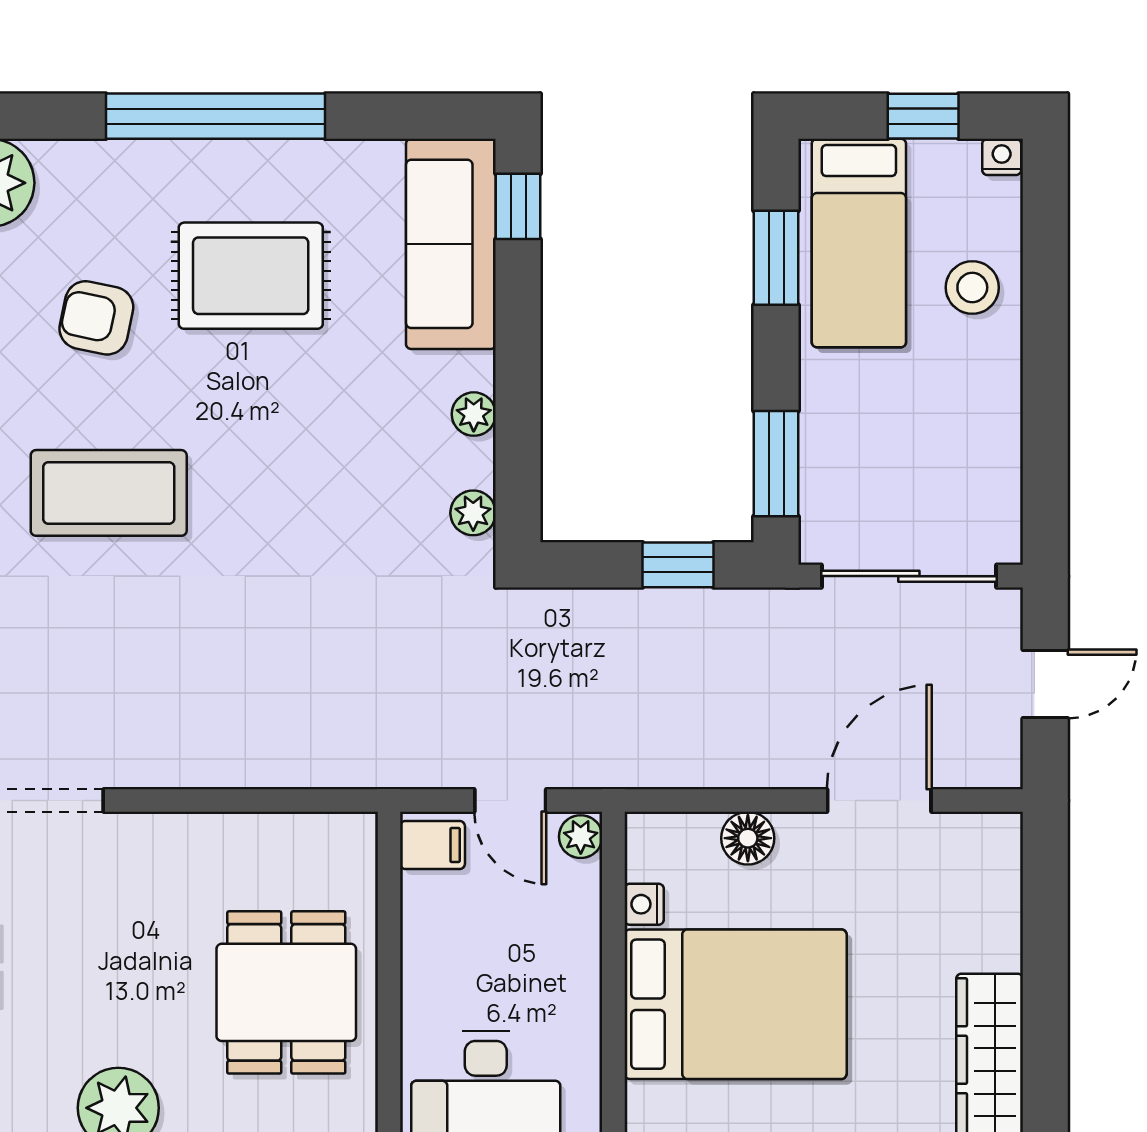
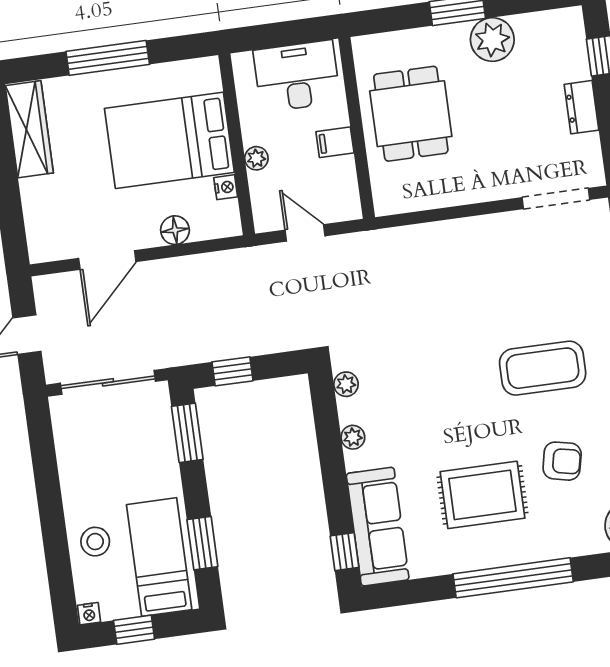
plant: (581, 837) -> (256, 158), moved
filing cabinet: (432, 845) -> (335, 142), moved

